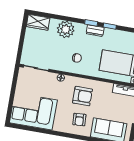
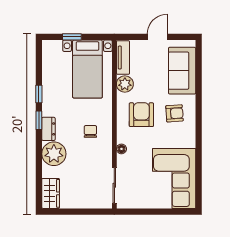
dresser: (95, 31) -> (48, 129), moved
plant: (106, 88) -> (125, 84), added

